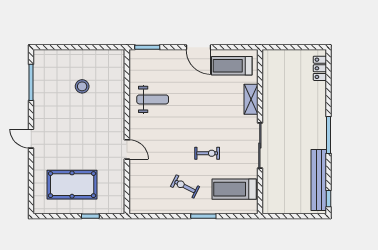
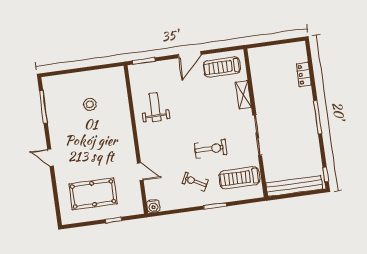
door: (198, 47) -> (190, 55), hinge flipped
locker: (320, 68) -> (304, 74), moved
weight bench: (153, 99) -> (155, 107), turned -90
door: (127, 149) -> (140, 172), moved
exercise bike: (207, 153) -> (211, 149), width x1.38, depth x1.39
bench: (319, 180) -> (294, 186), moved, turned 90
water cooler: (136, 207) -> (153, 206), added

